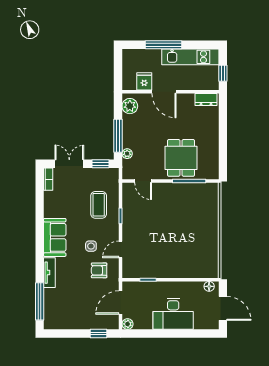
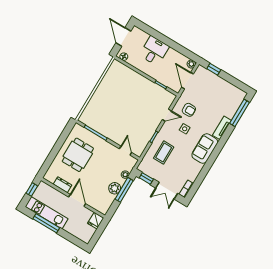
window: (163, 45) -> (46, 223), moved
fridge: (144, 81) -> (96, 221), moved
dresser: (206, 100) -> (63, 185), moved
plant: (130, 106) -> (115, 188), moved
dining table: (181, 158) -> (78, 155), moved
door: (120, 303) -> (188, 81), swing flipped
desk: (173, 314) -> (154, 51), width x0.73

